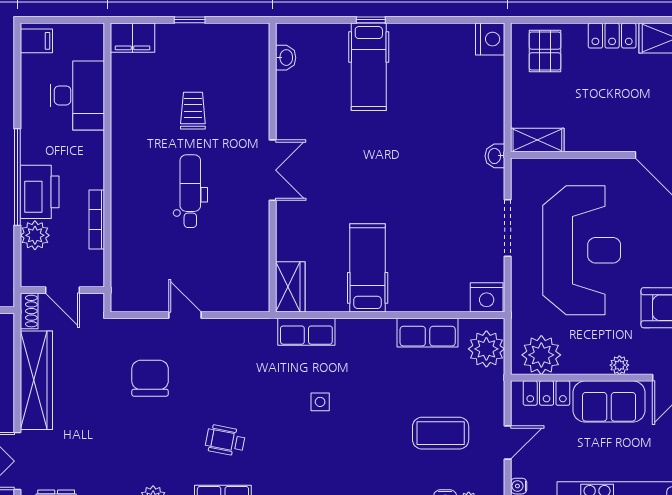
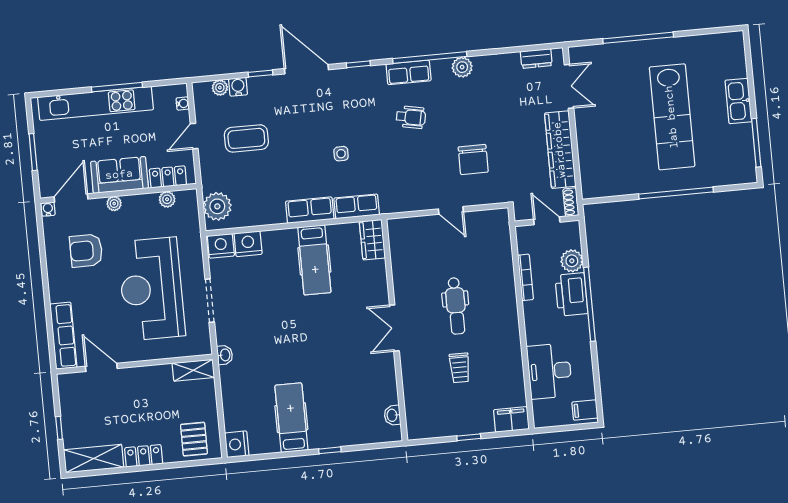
hospital bed: (369, 67) -> (291, 418), moved
nightstand: (451, 297) -> (248, 244), added
row of seats: (428, 333) -> (310, 210), moved
plant: (541, 355) -> (167, 199), width x0.53, depth x0.53

